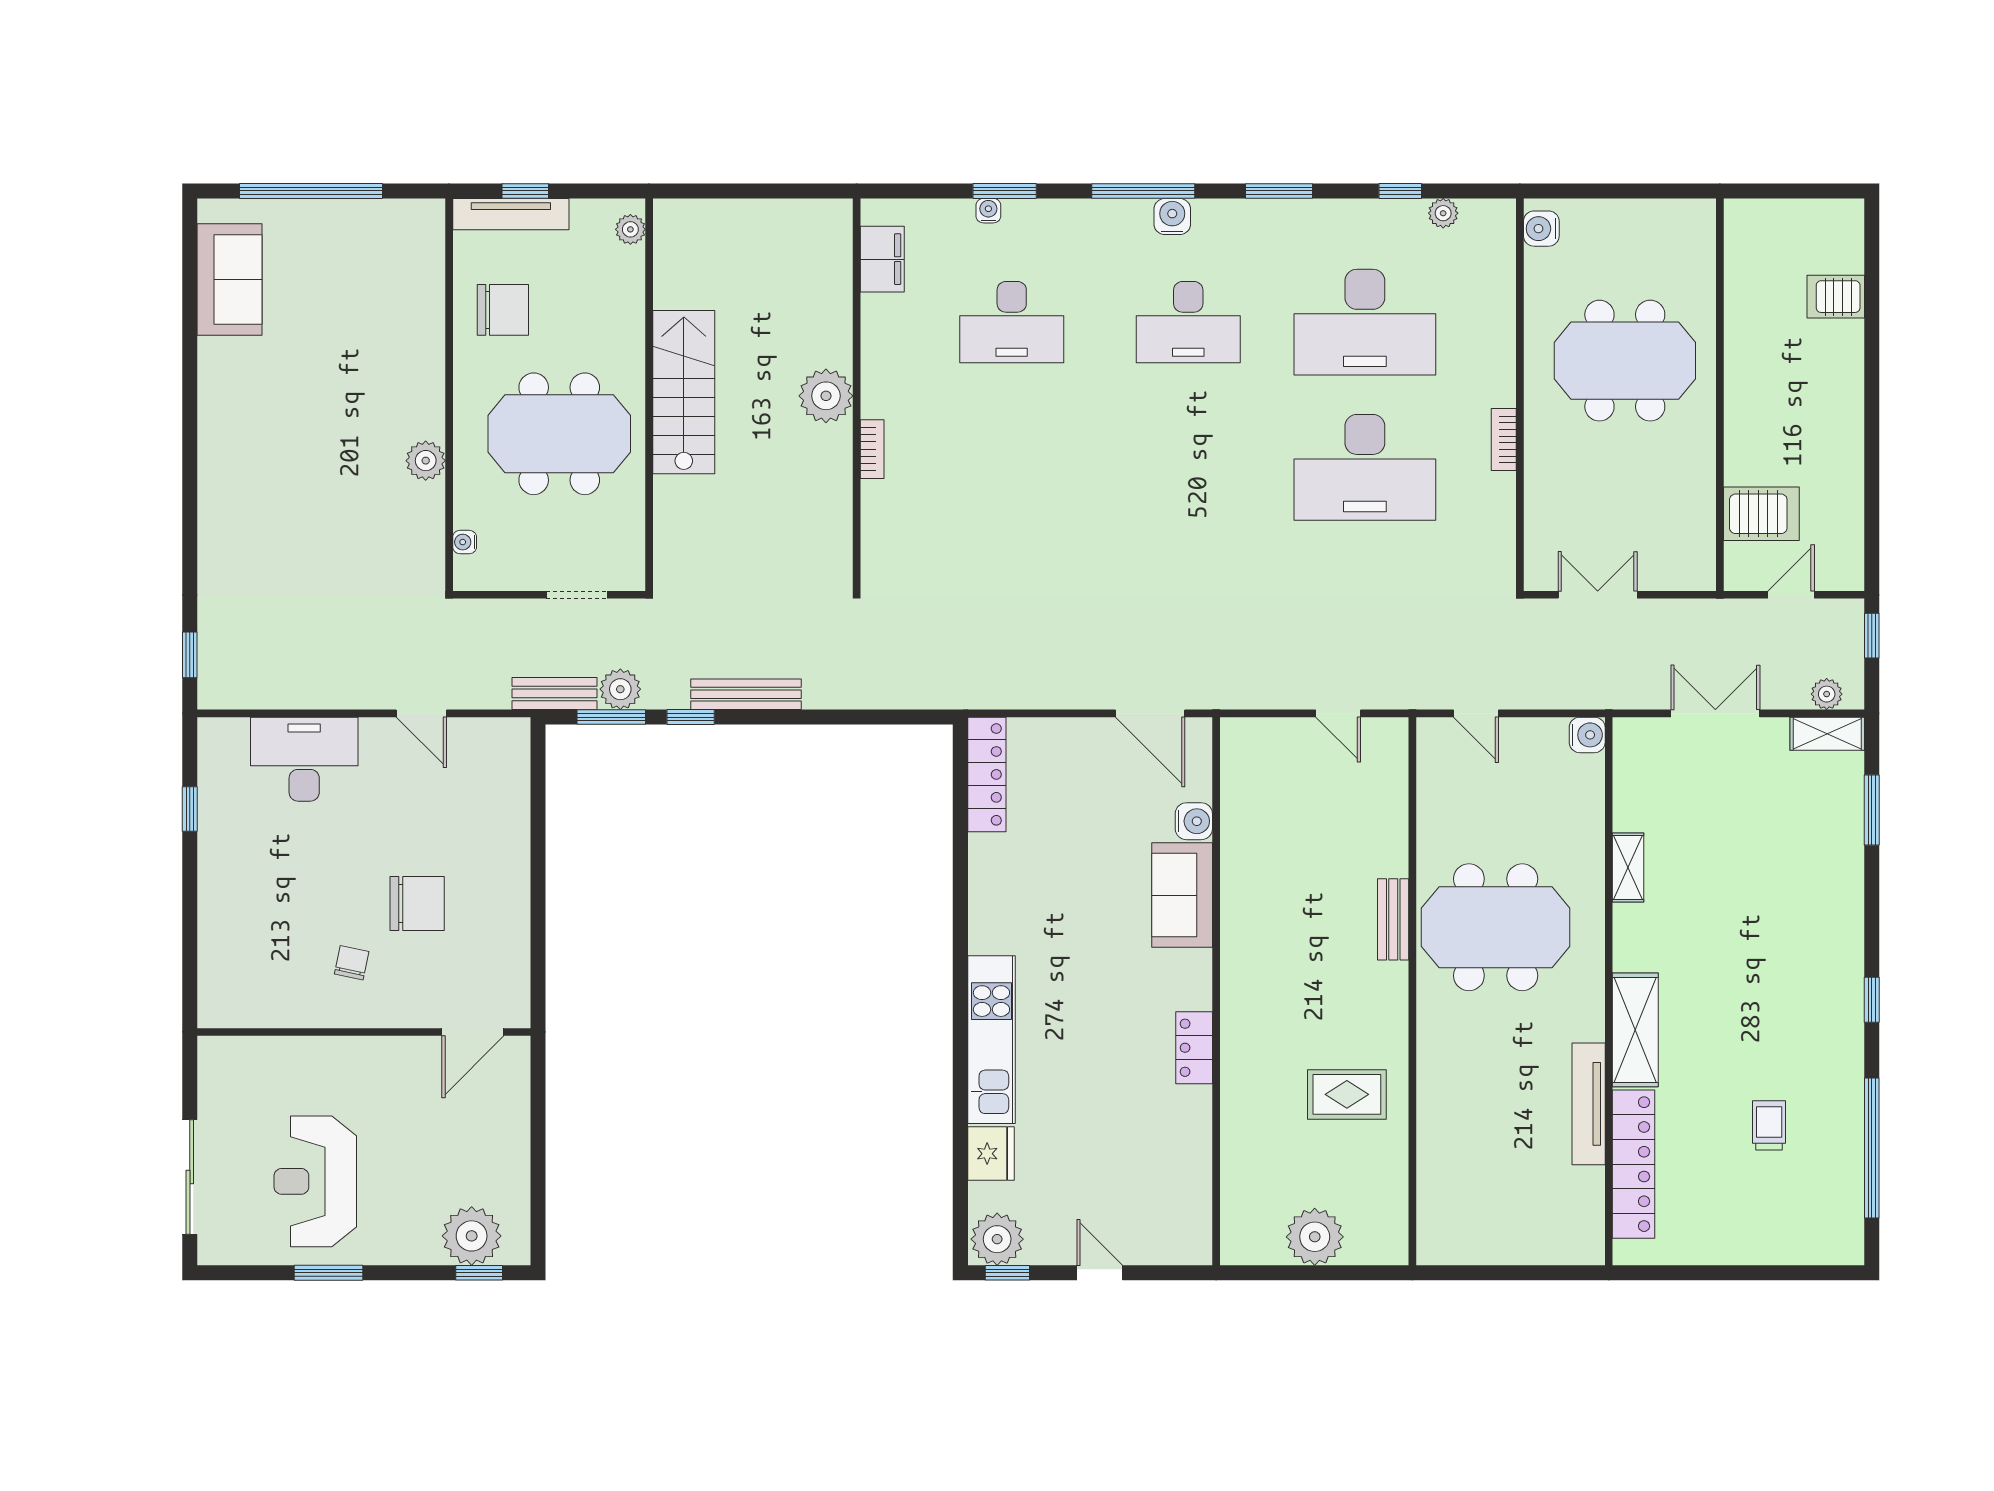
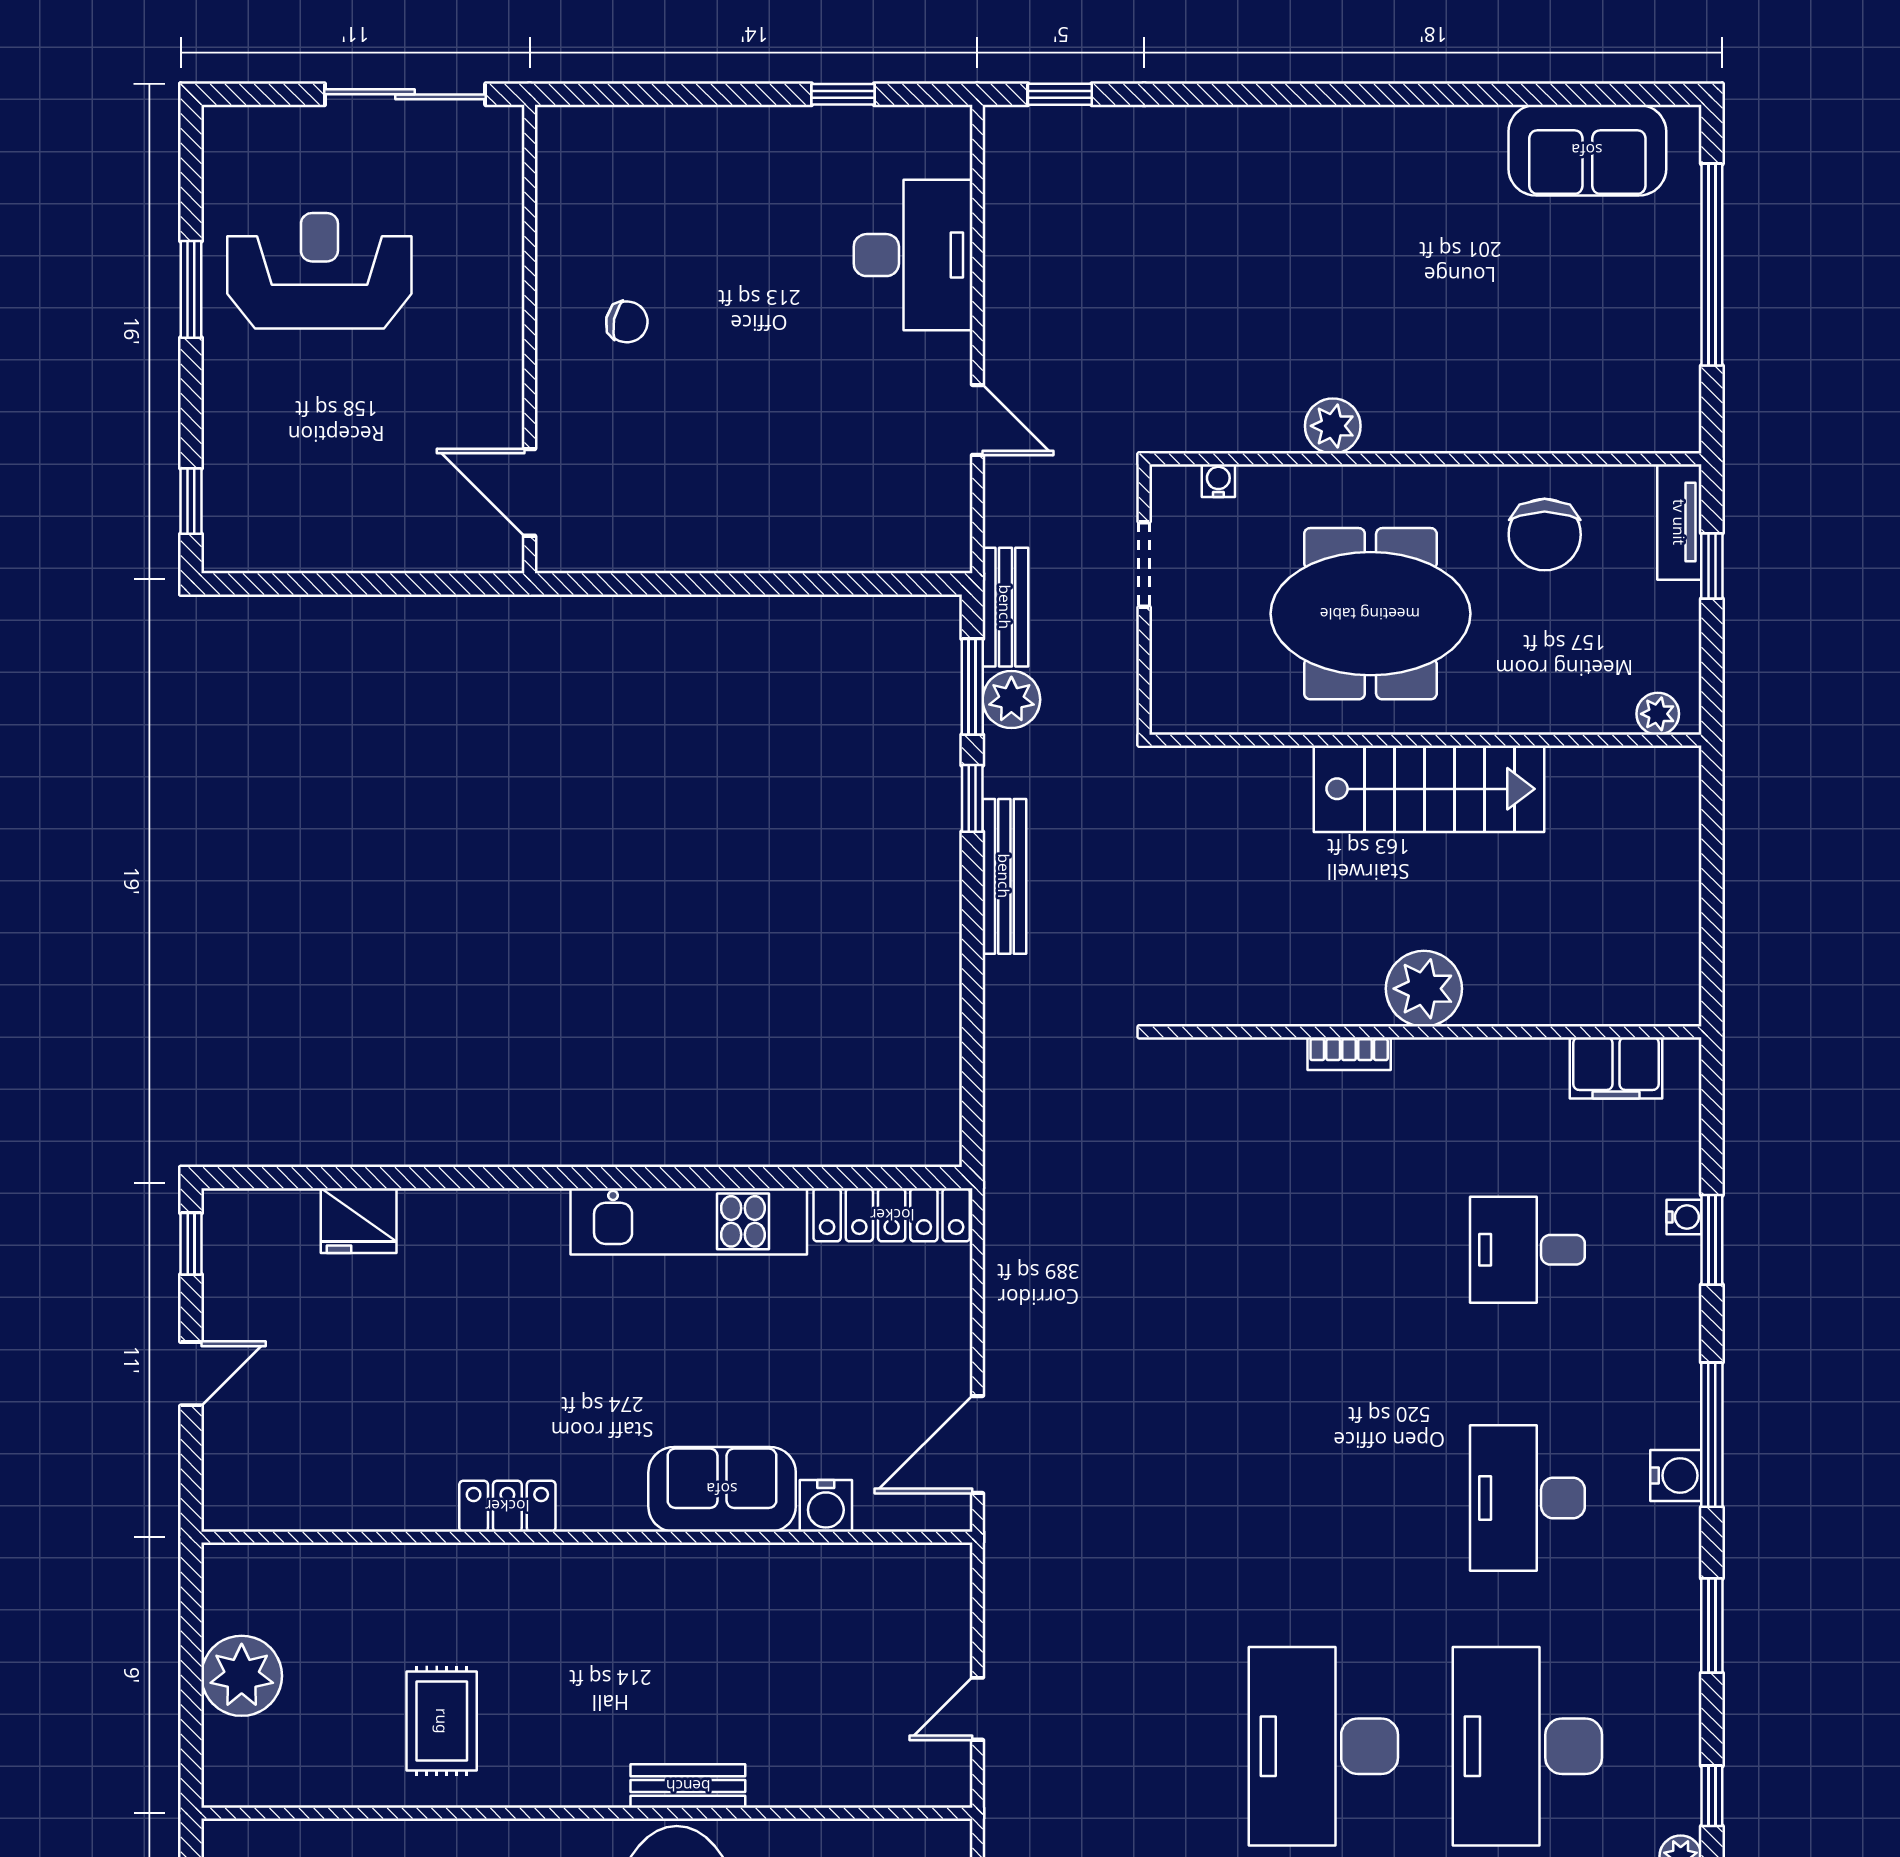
tv unit: (511, 214) -> (1679, 522), width x0.71
desk: (1012, 322) -> (1527, 1250), width x0.73
meeting table: (559, 434) -> (1370, 614), turned 90
doorway: (577, 595) -> (1144, 564), moved
door: (421, 713) -> (977, 420), swing flipped
chair: (417, 903) -> (710, 414), removed
kitchen unit: (991, 1040) -> (689, 1221), moved
sliding door: (190, 1177) -> (405, 94), moved
plant: (472, 1236) -> (243, 490), removed
plant: (997, 1239) -> (238, 1229), removed

